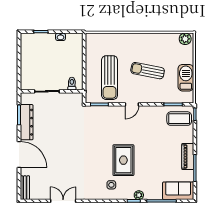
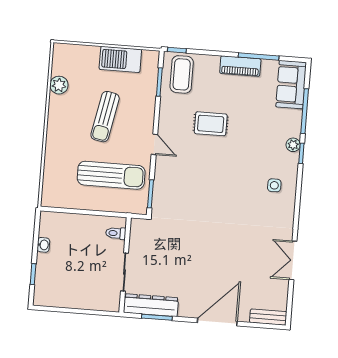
plant: (185, 39) -> (59, 85), moved
dresser: (27, 122) -> (151, 305), moved
rug: (123, 160) -> (211, 124), moved, width x0.73, depth x0.70

